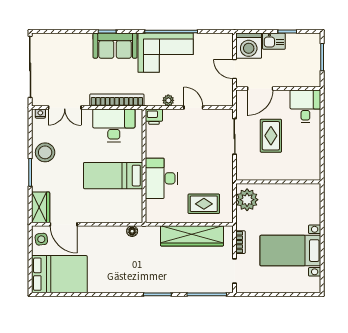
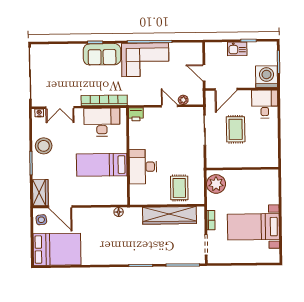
washing machine: (249, 46) -> (267, 77), moved, turned 180
plant: (168, 100) -> (183, 100), moved
rug: (204, 204) -> (179, 188), turned 90

